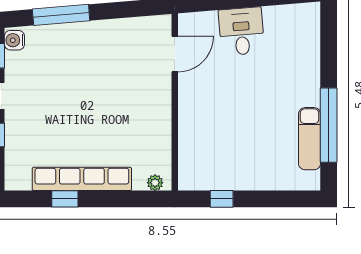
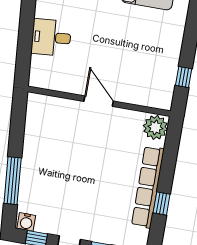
door: (175, 54) -> (99, 101), moved
plant: (155, 183) -> (155, 127), width x1.88, depth x1.88

